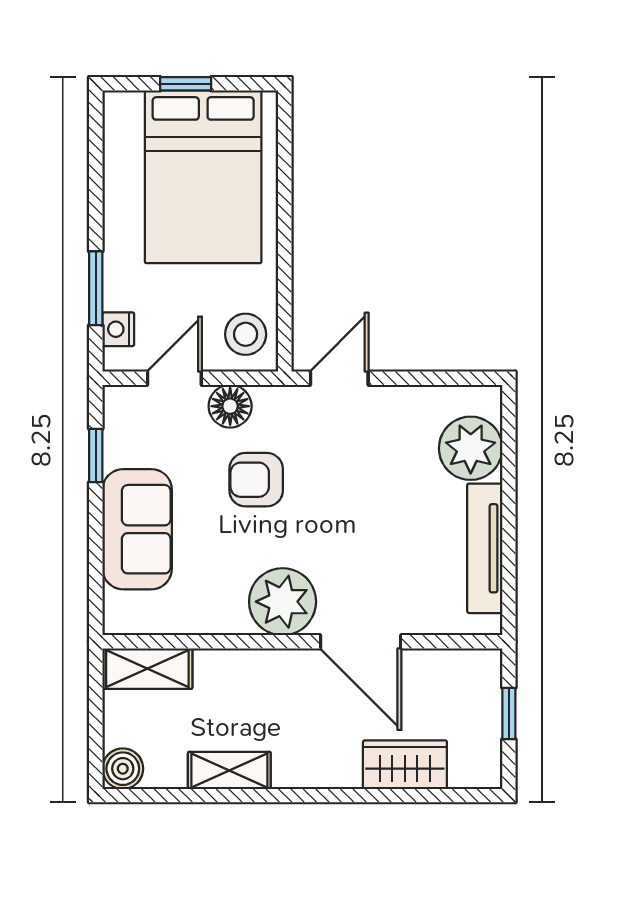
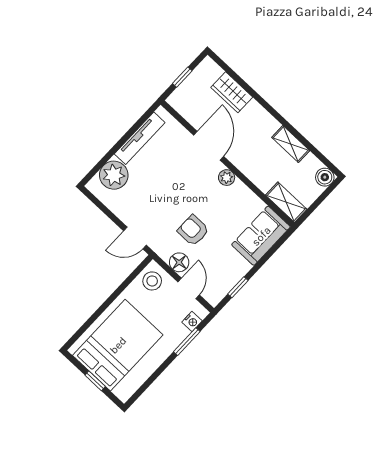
door: (174, 378) -> (189, 288), swing flipped
armchair: (256, 480) -> (193, 230), turned 180
sofa: (137, 529) -> (261, 236), moved
plant: (283, 602) -> (227, 178), width x0.53, depth x0.53

